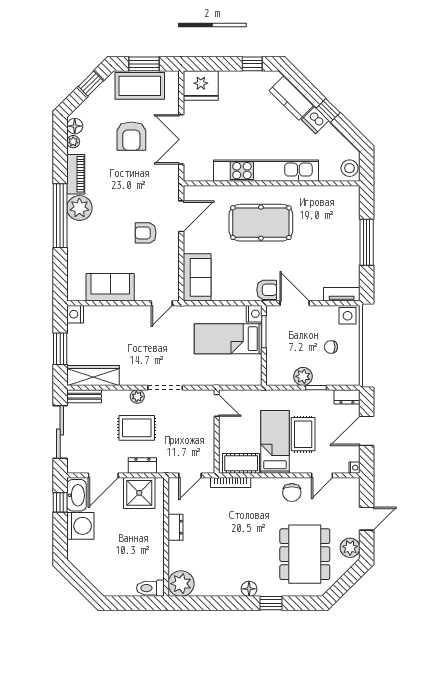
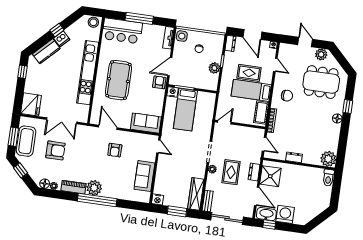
bar counter: (342, 217) -> (122, 31), added
chair: (292, 493) -> (287, 96), moved

